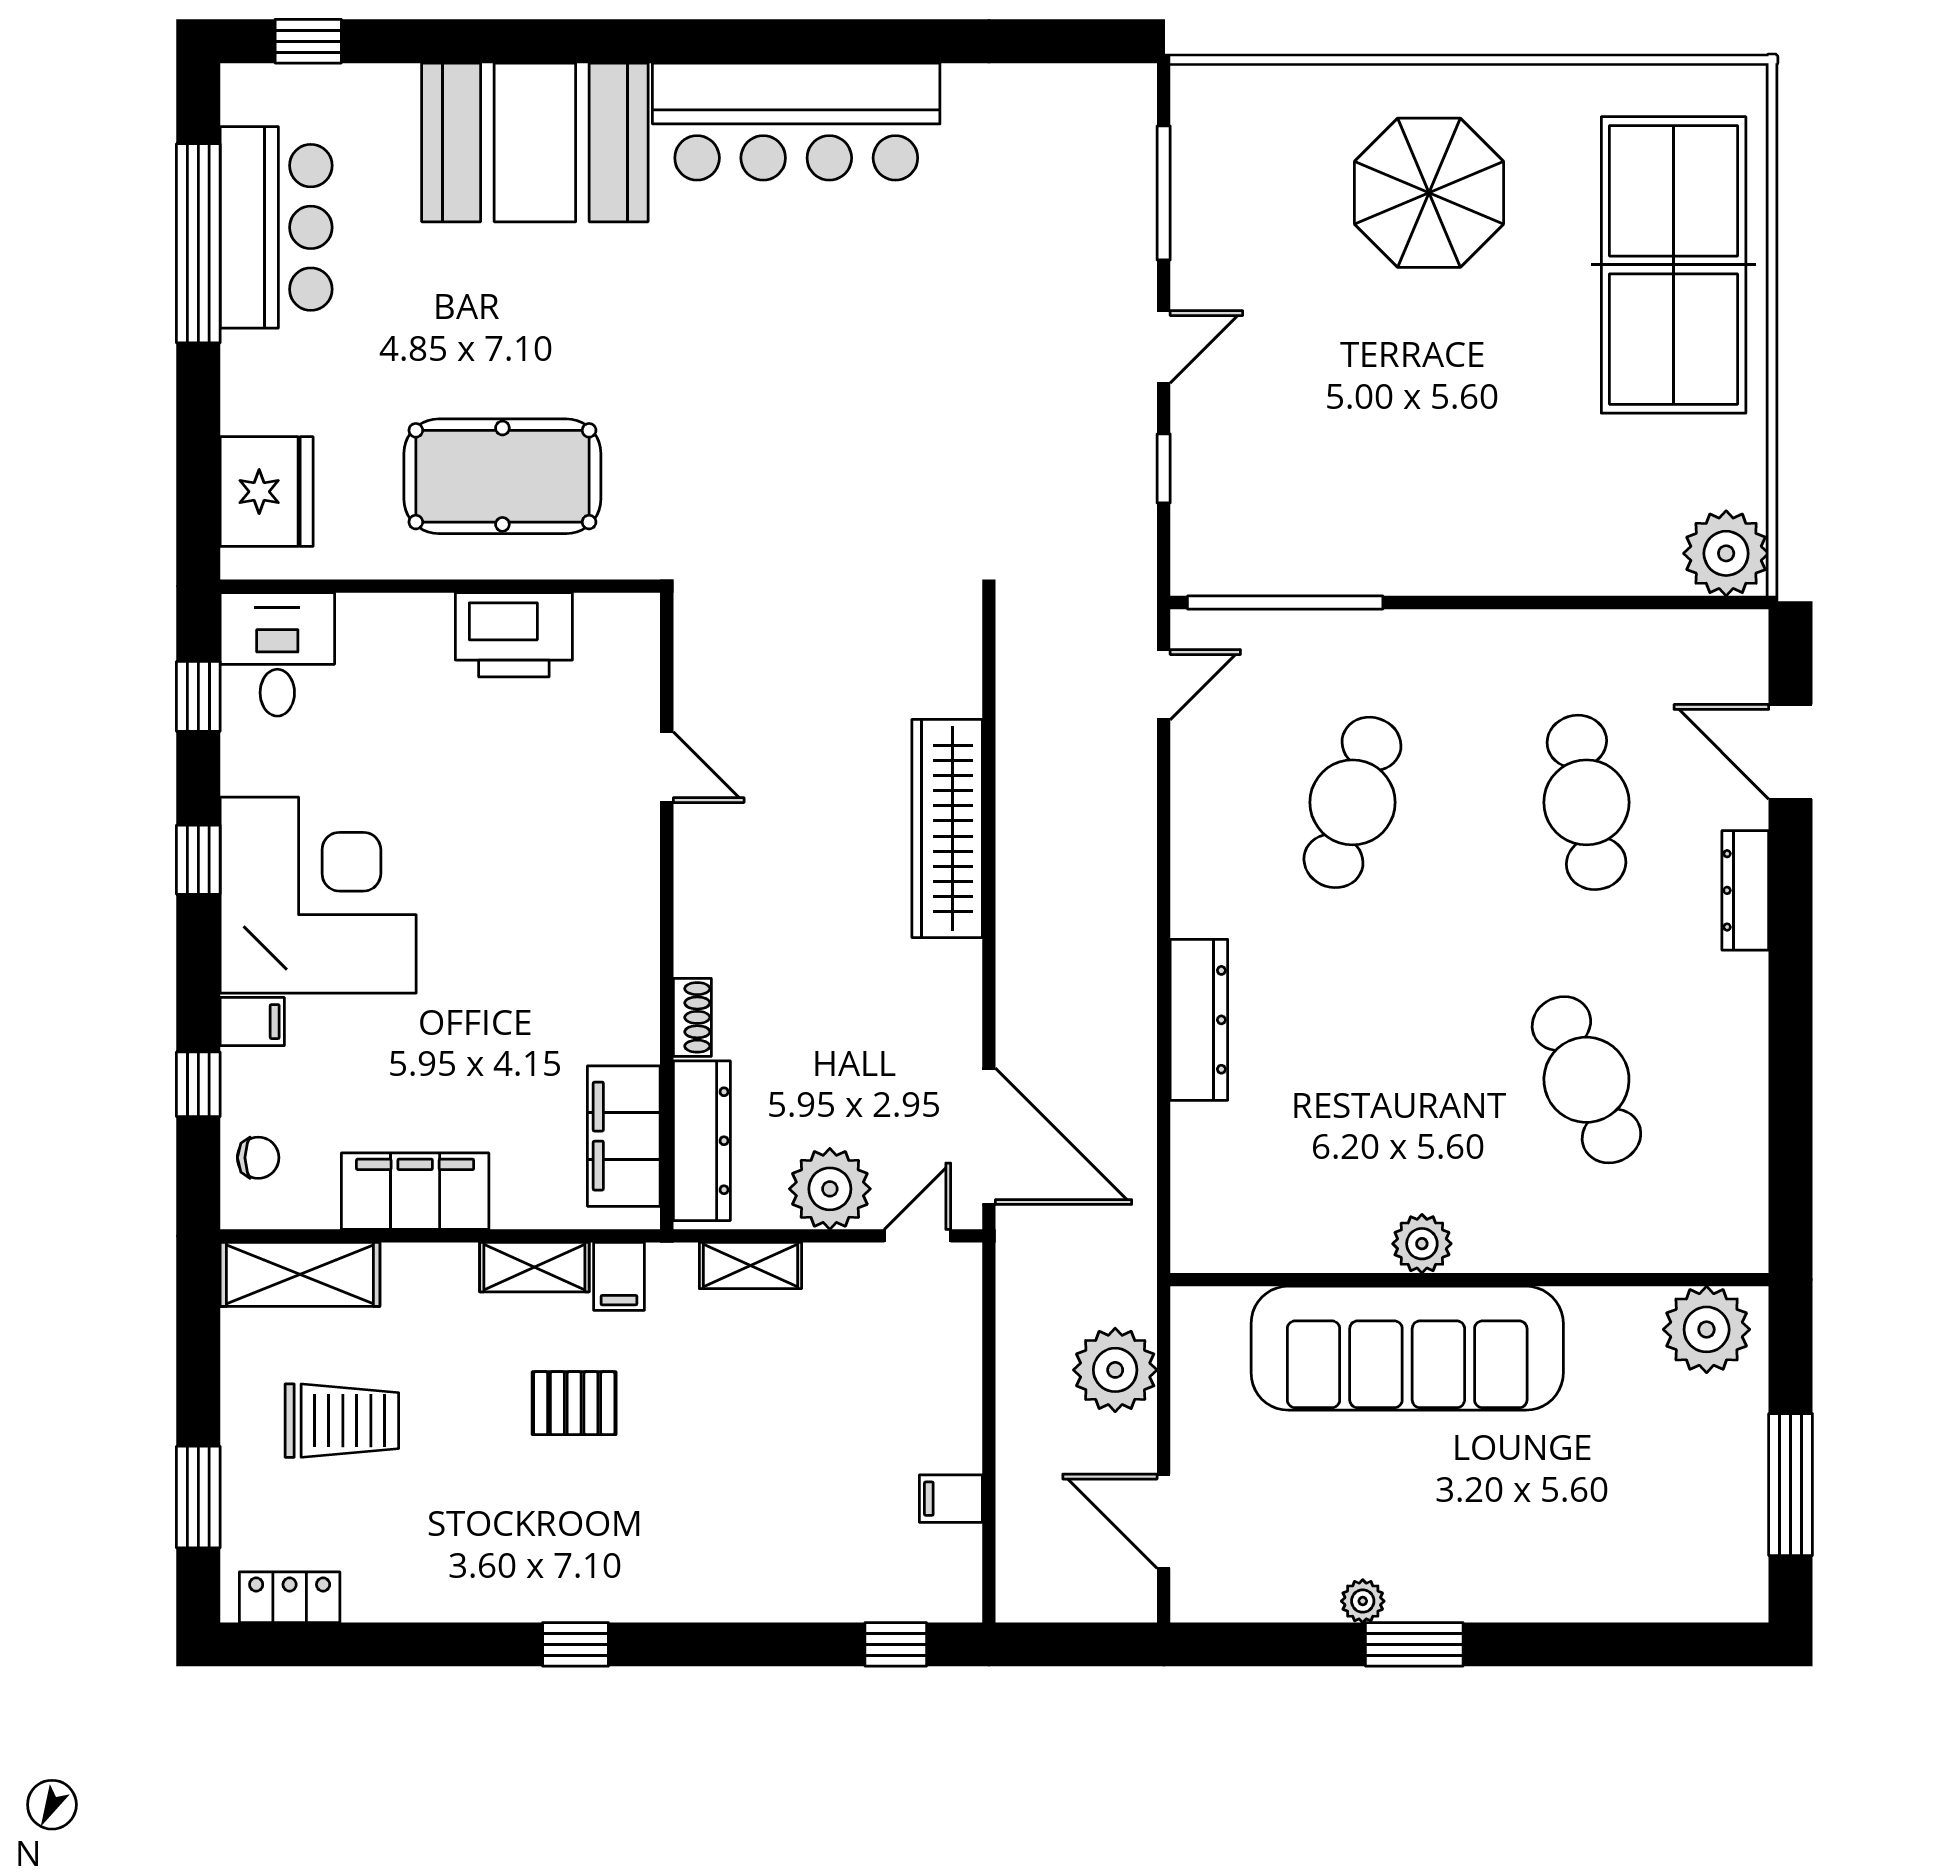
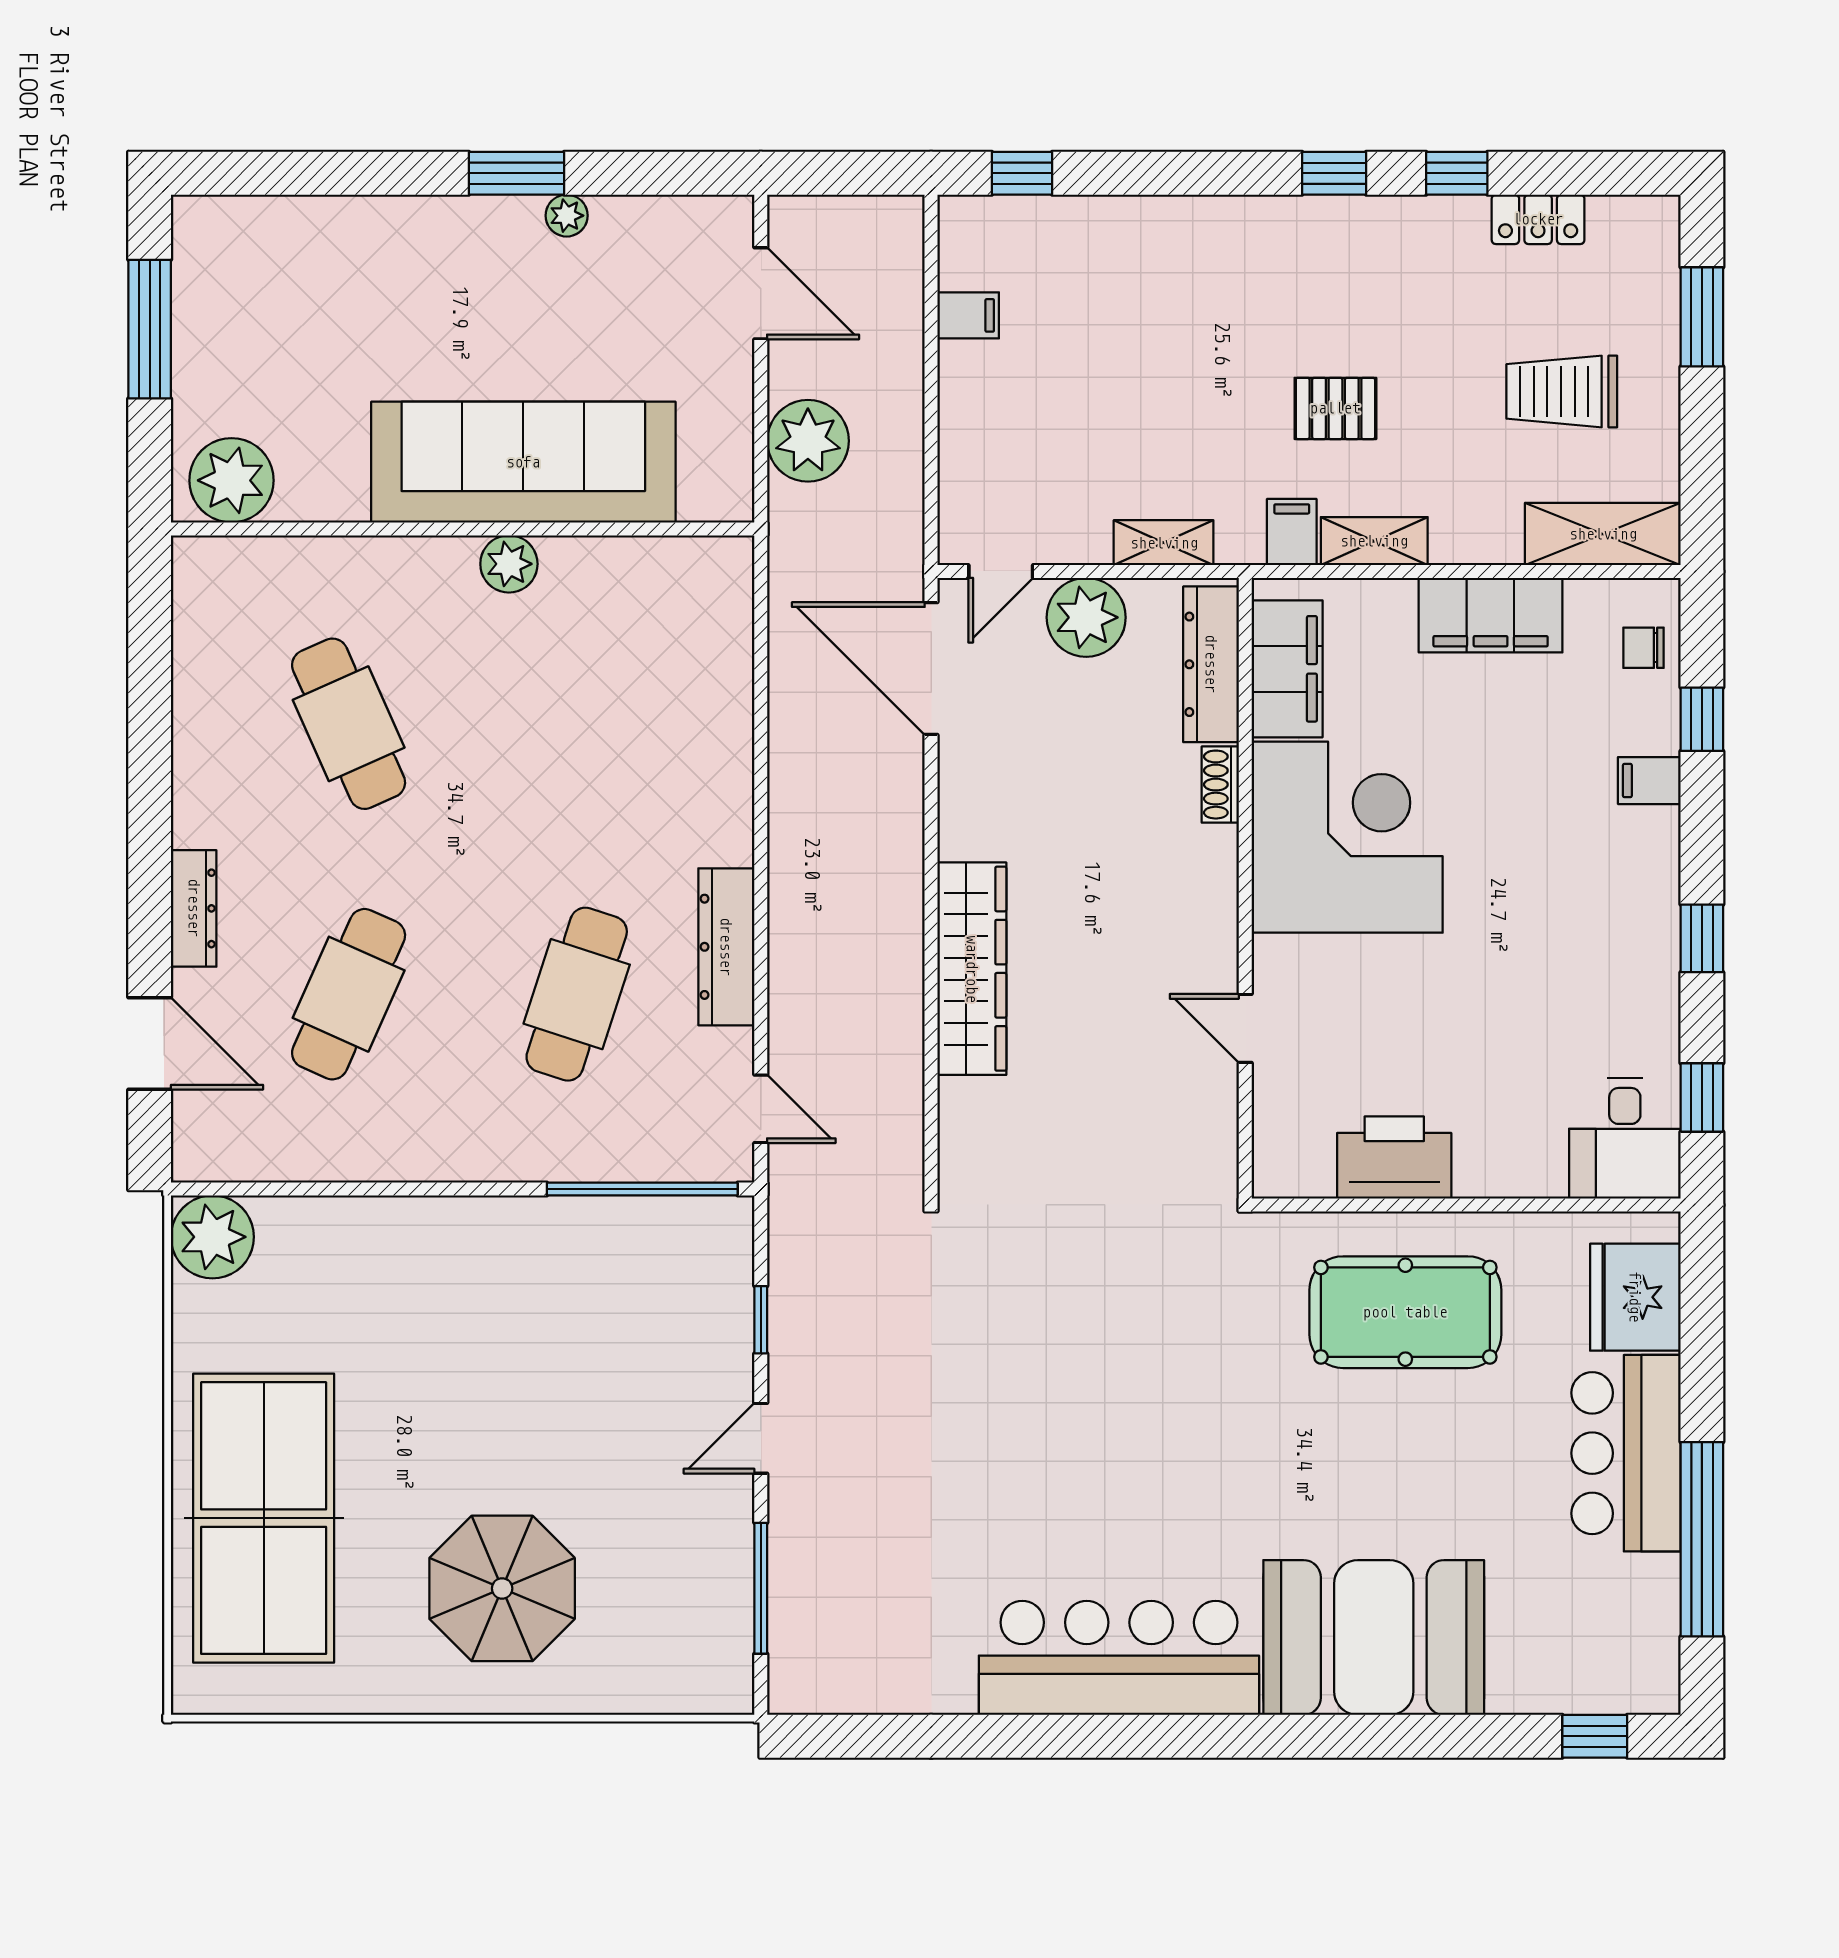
bar counter: (276, 227) -> (1626, 1453), moved
door: (1164, 685) -> (761, 1109), swing flipped
cafe table: (1586, 802) -> (349, 994), turned 33
corner desk: (318, 895) -> (1347, 837), moved, turned 180
dresser: (1199, 1020) -> (726, 947), moved
locker: (290, 1597) -> (1538, 219), moved
window: (450, 1644) -> (1457, 173), added

